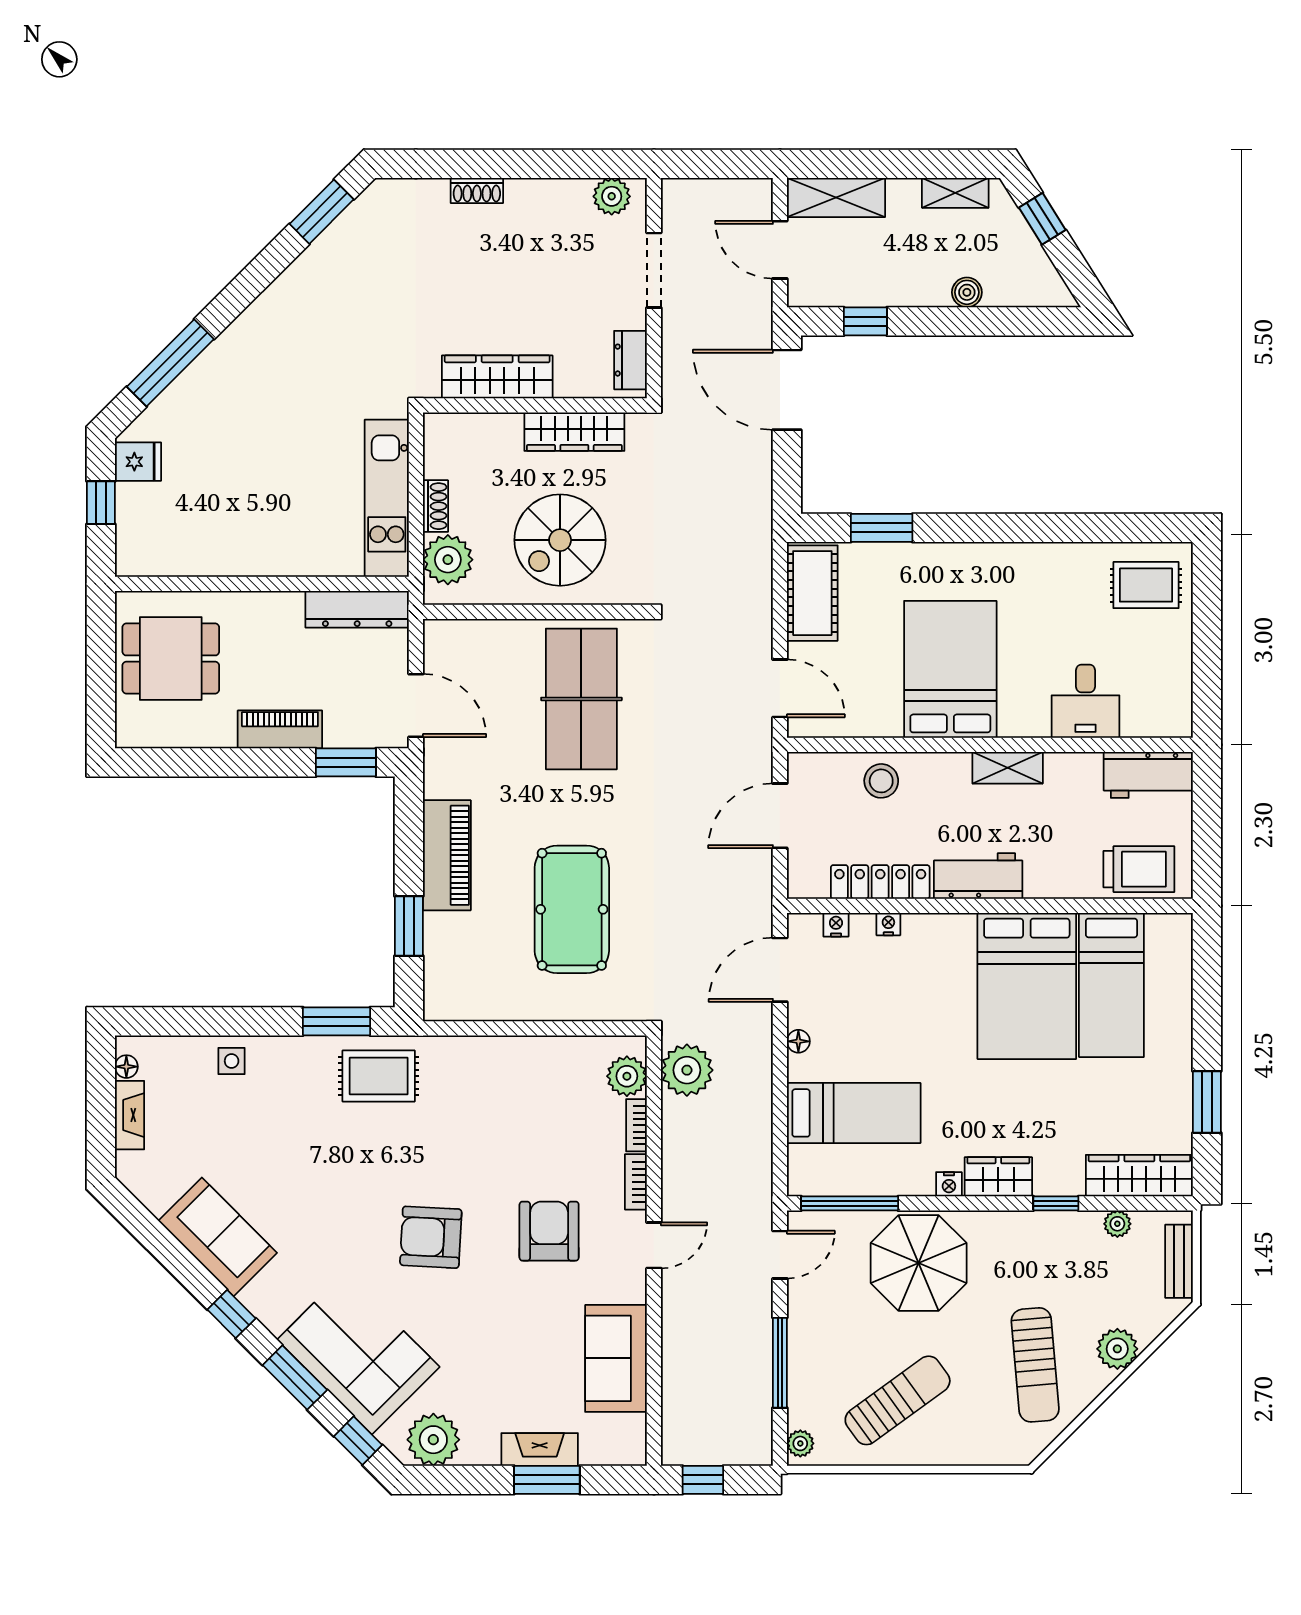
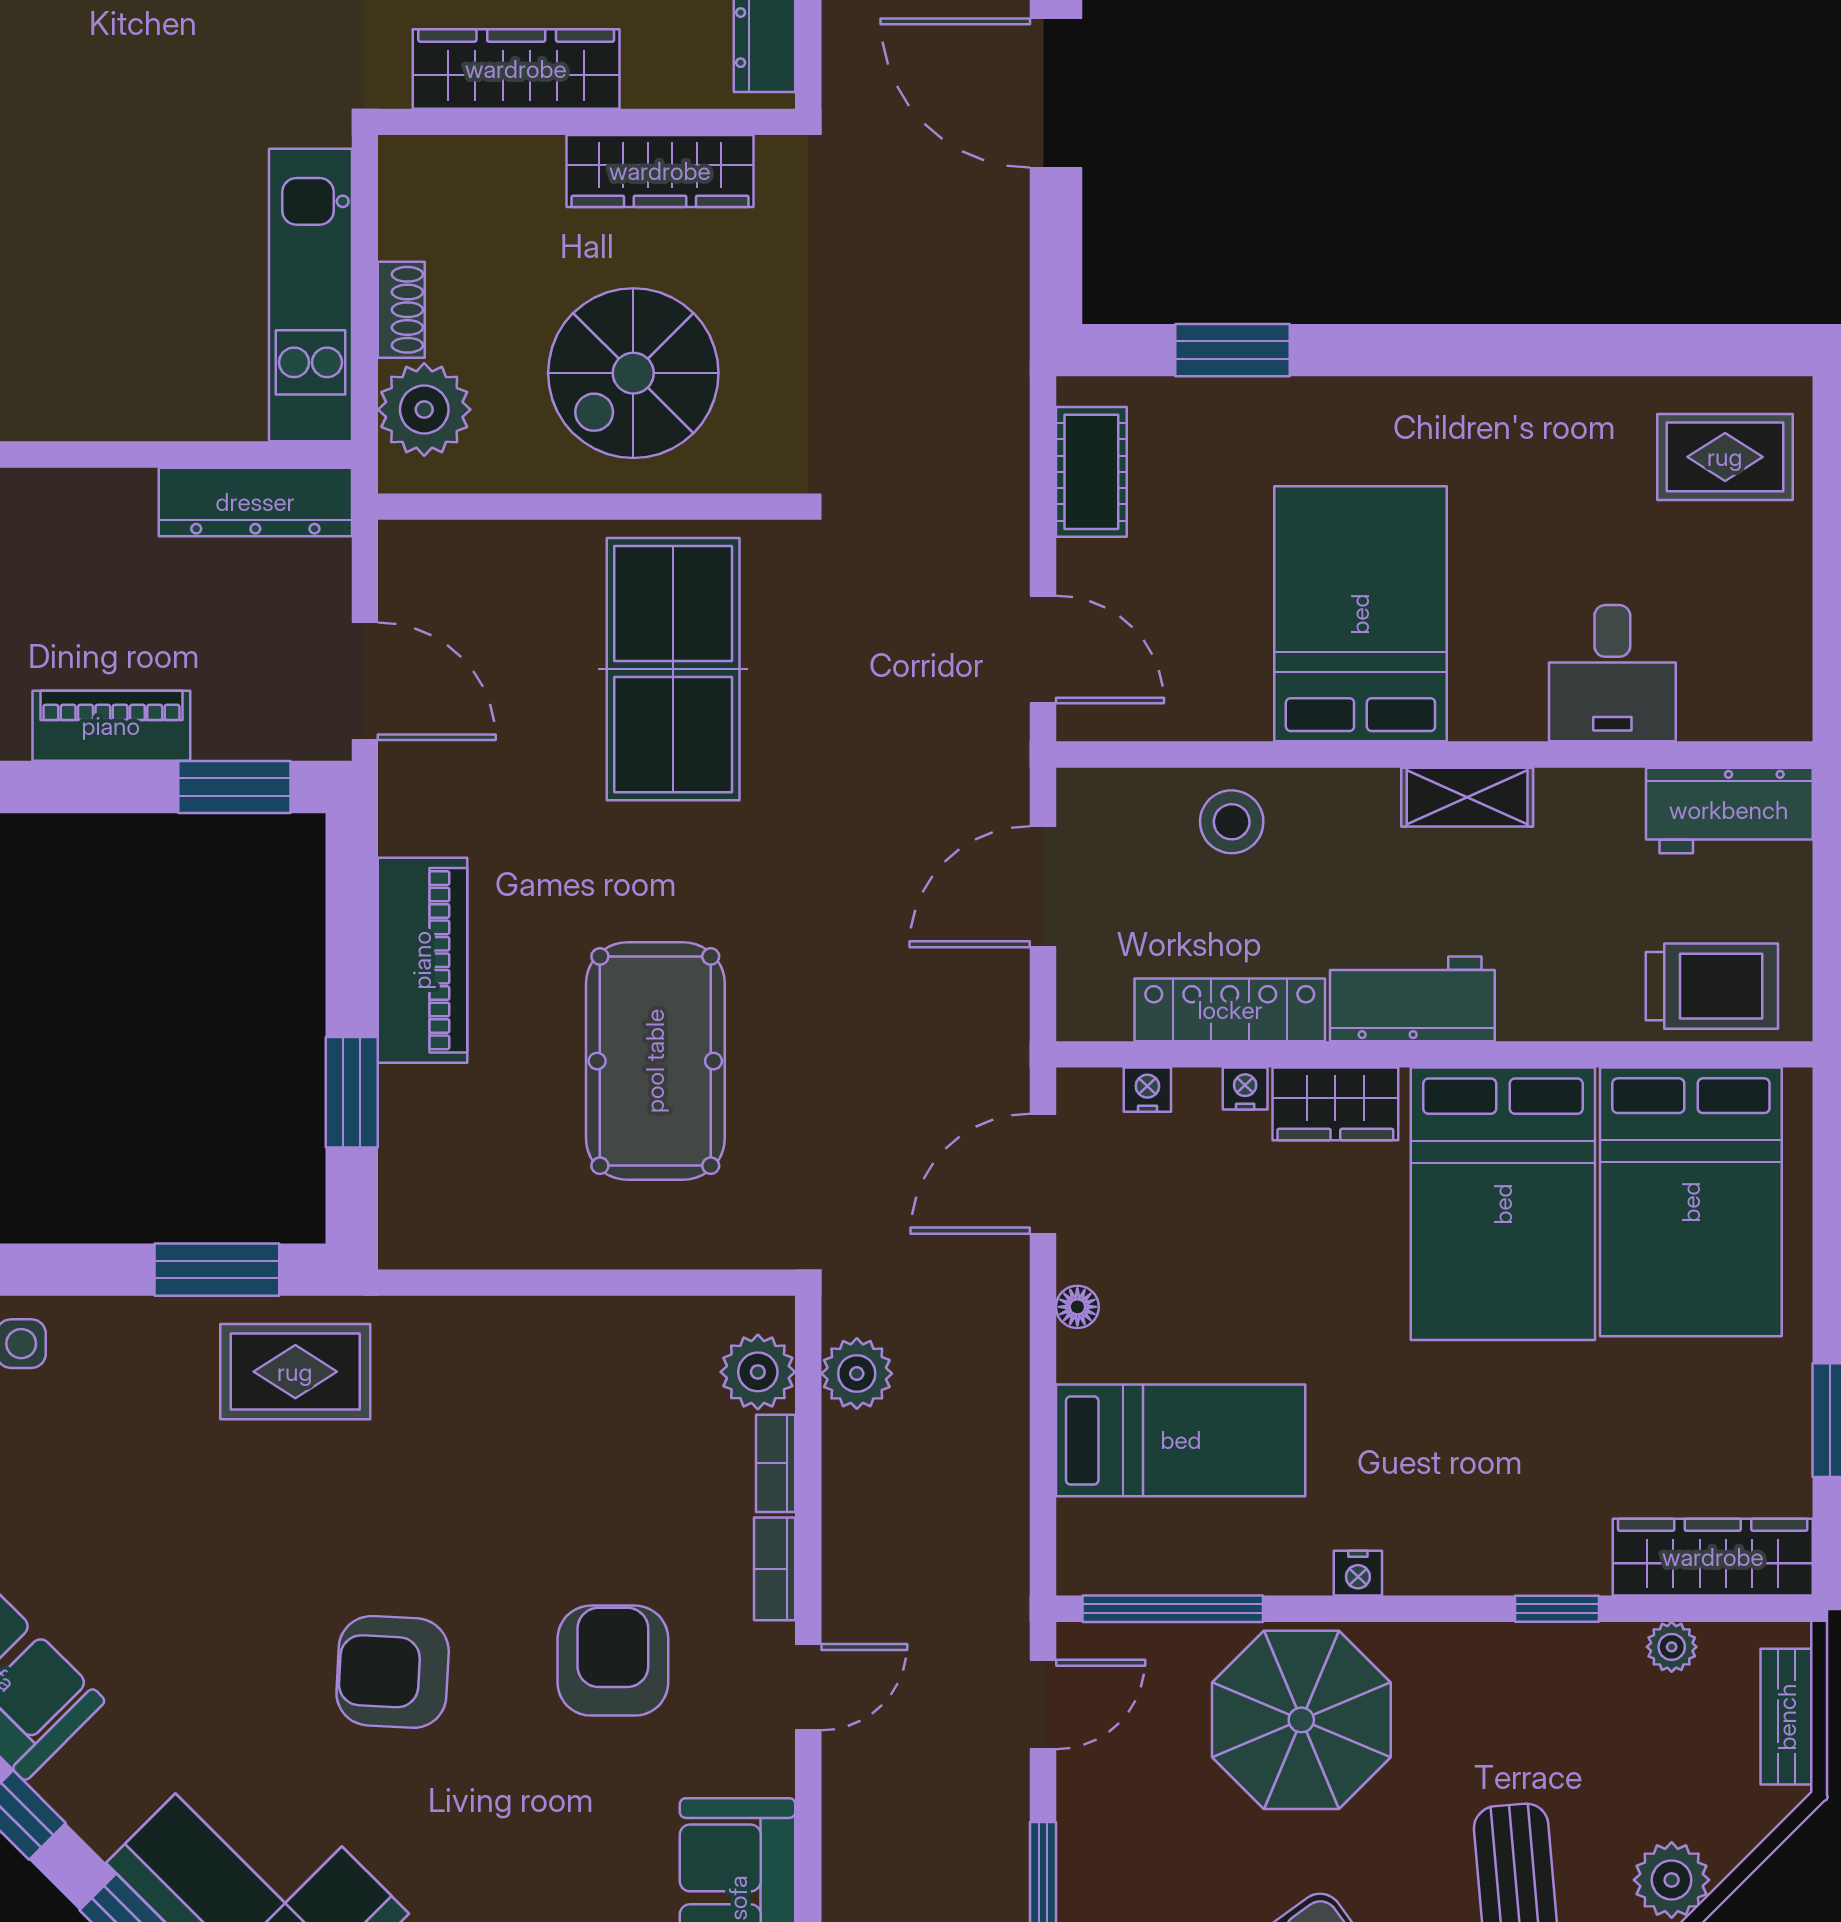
cot: (812, 593) -> (1091, 472), width x0.73, depth x0.75
bed: (1111, 985) -> (1691, 1202), width x1.50
plant: (687, 1070) -> (857, 1374), width x0.73, depth x0.73
wardrobe: (998, 1177) -> (1335, 1104), moved, turned 180

